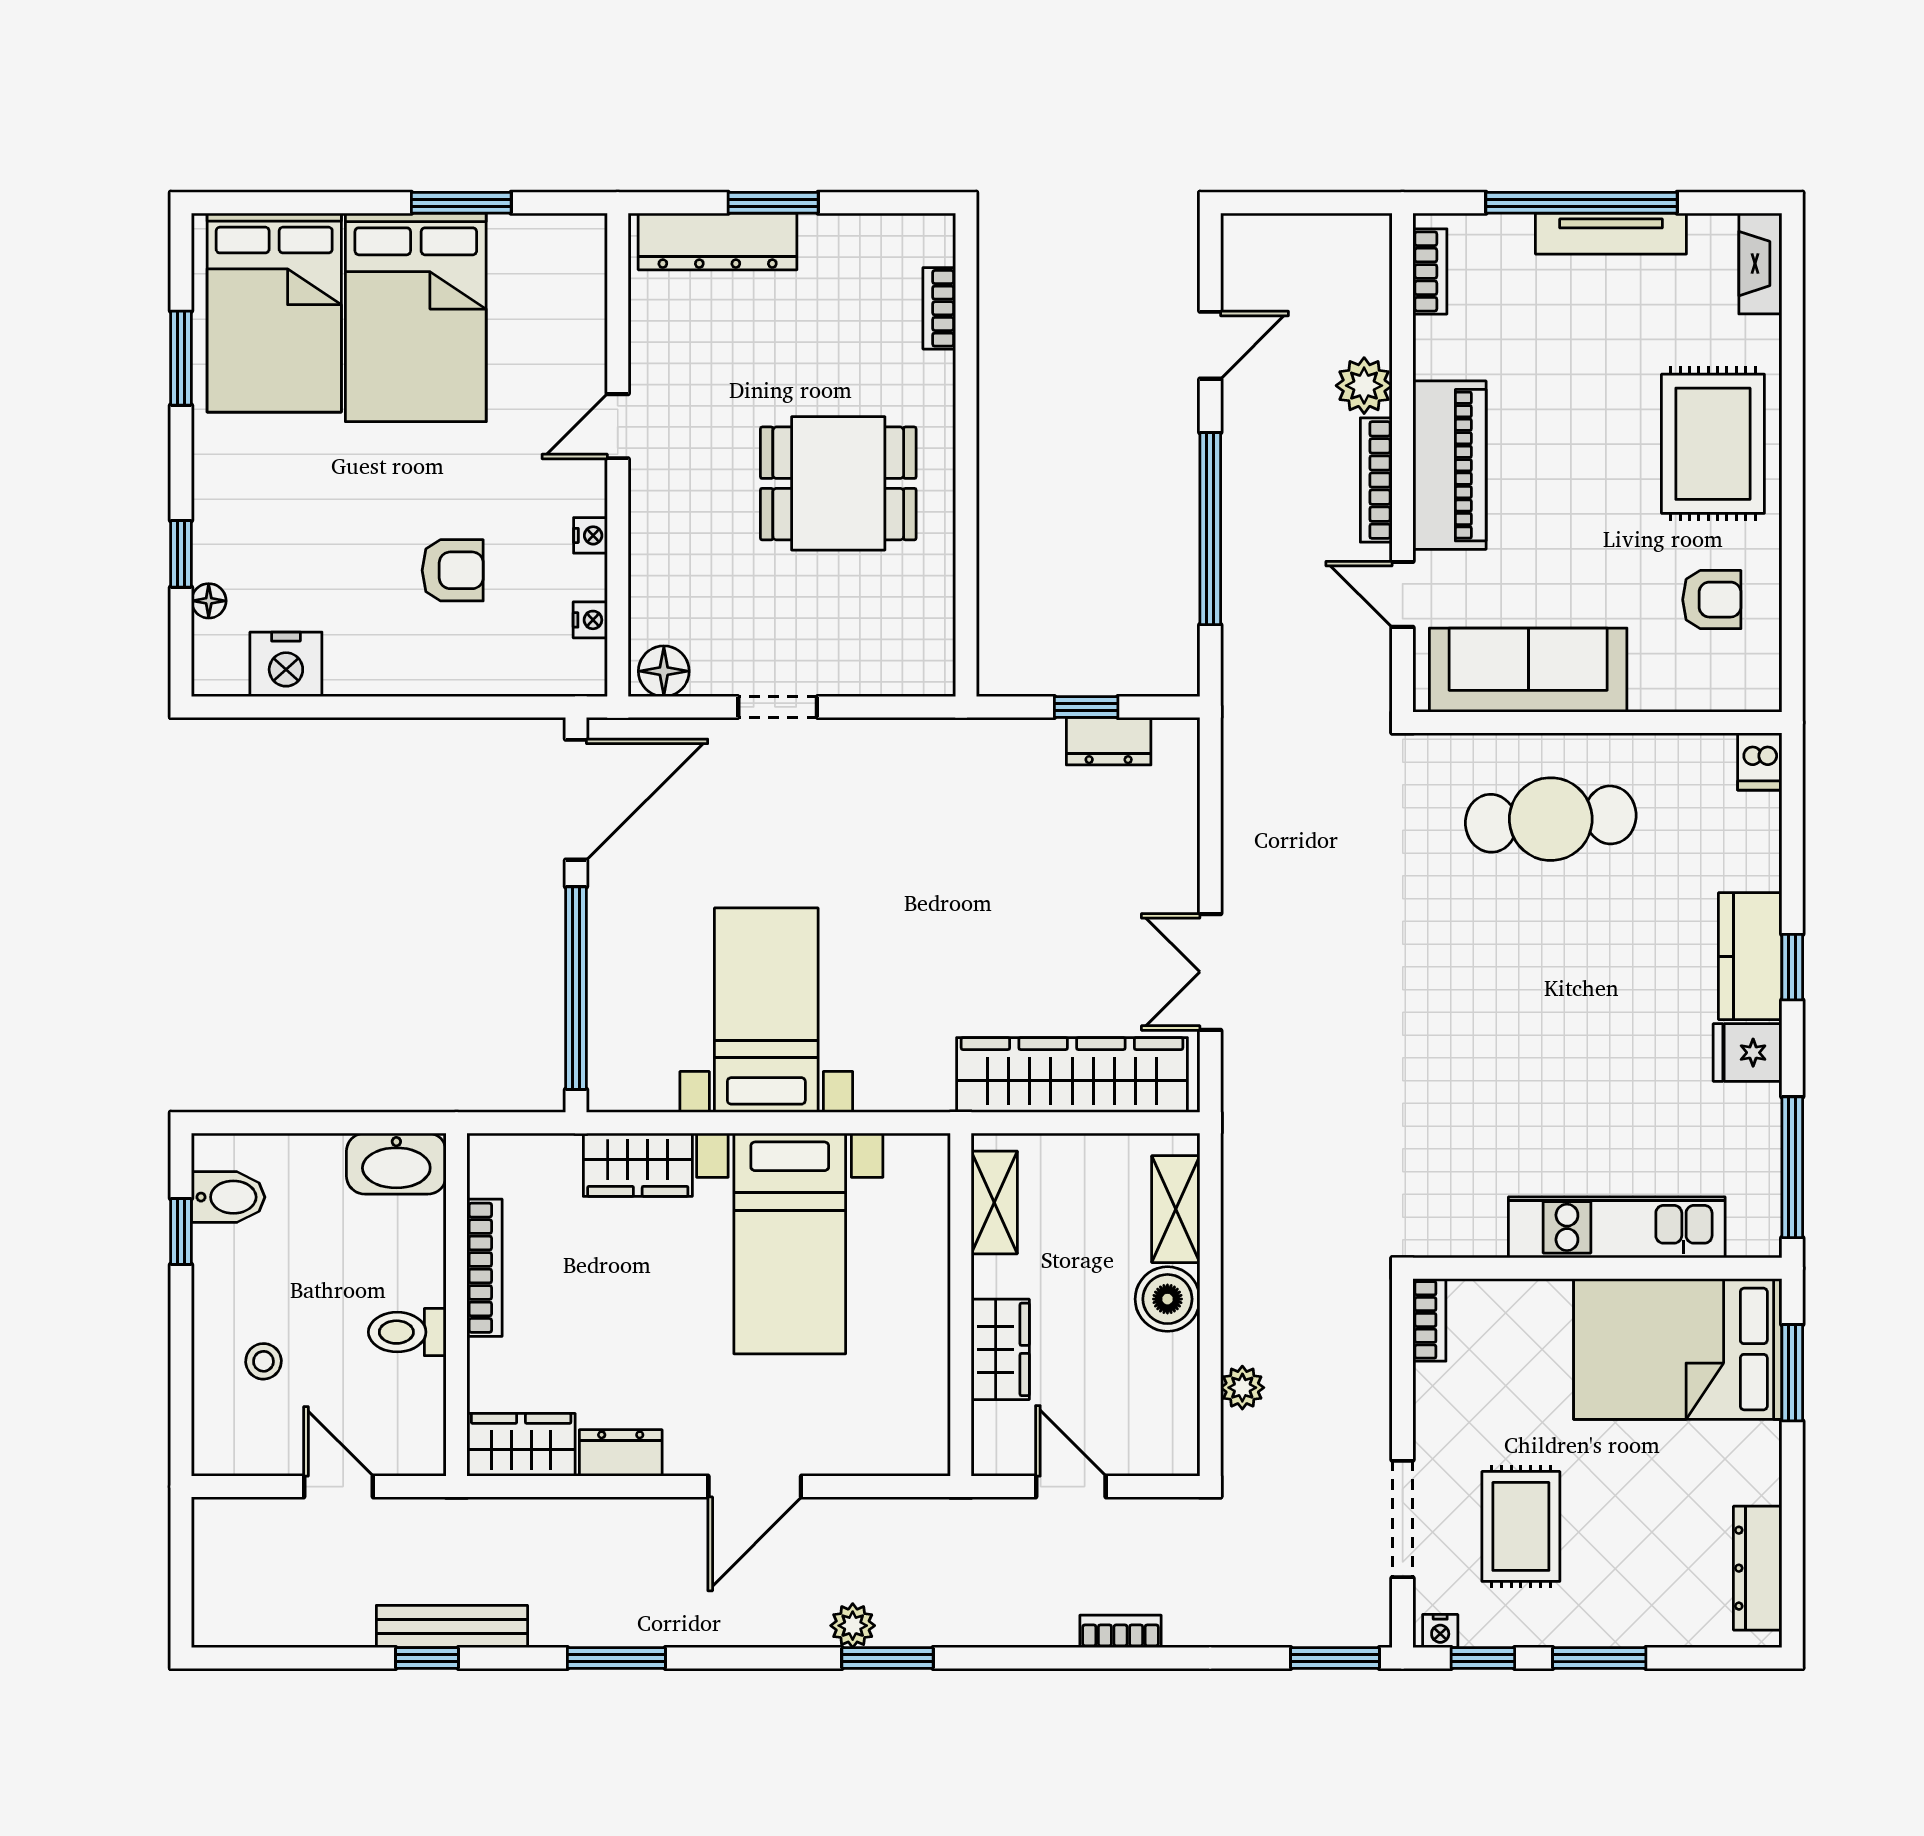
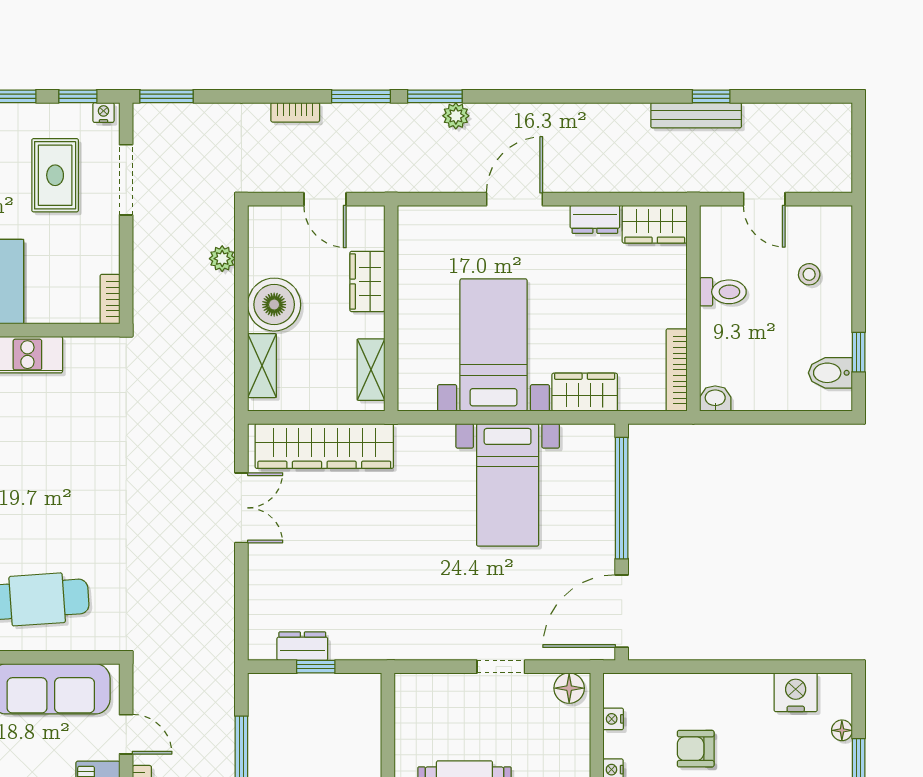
washbasin: (396, 1164) -> (715, 399), width x0.52, depth x0.69
bookcase: (485, 1268) -> (677, 370), moved
boiler: (1167, 1299) -> (274, 305), width x1.37, depth x1.37
window: (616, 1658) -> (361, 96), moved

